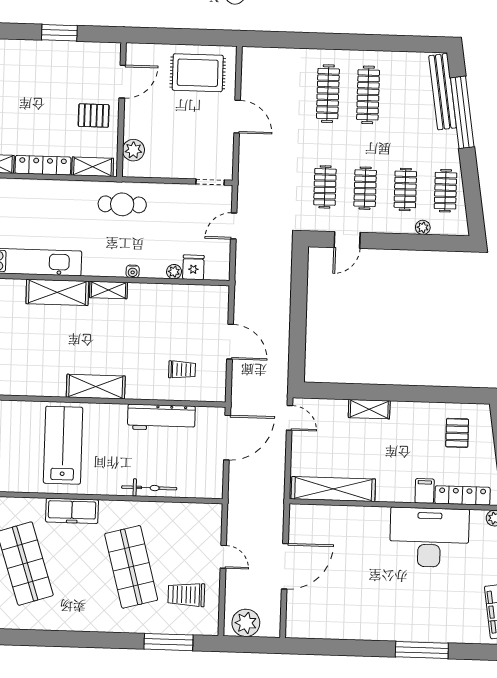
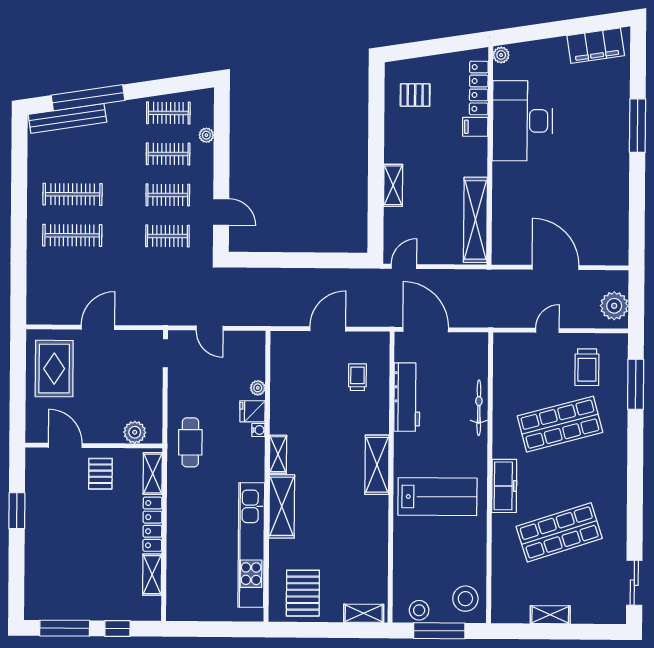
fridge: (193, 267) -> (252, 411), moved
lab bench: (63, 445) -> (437, 497), turned 180

